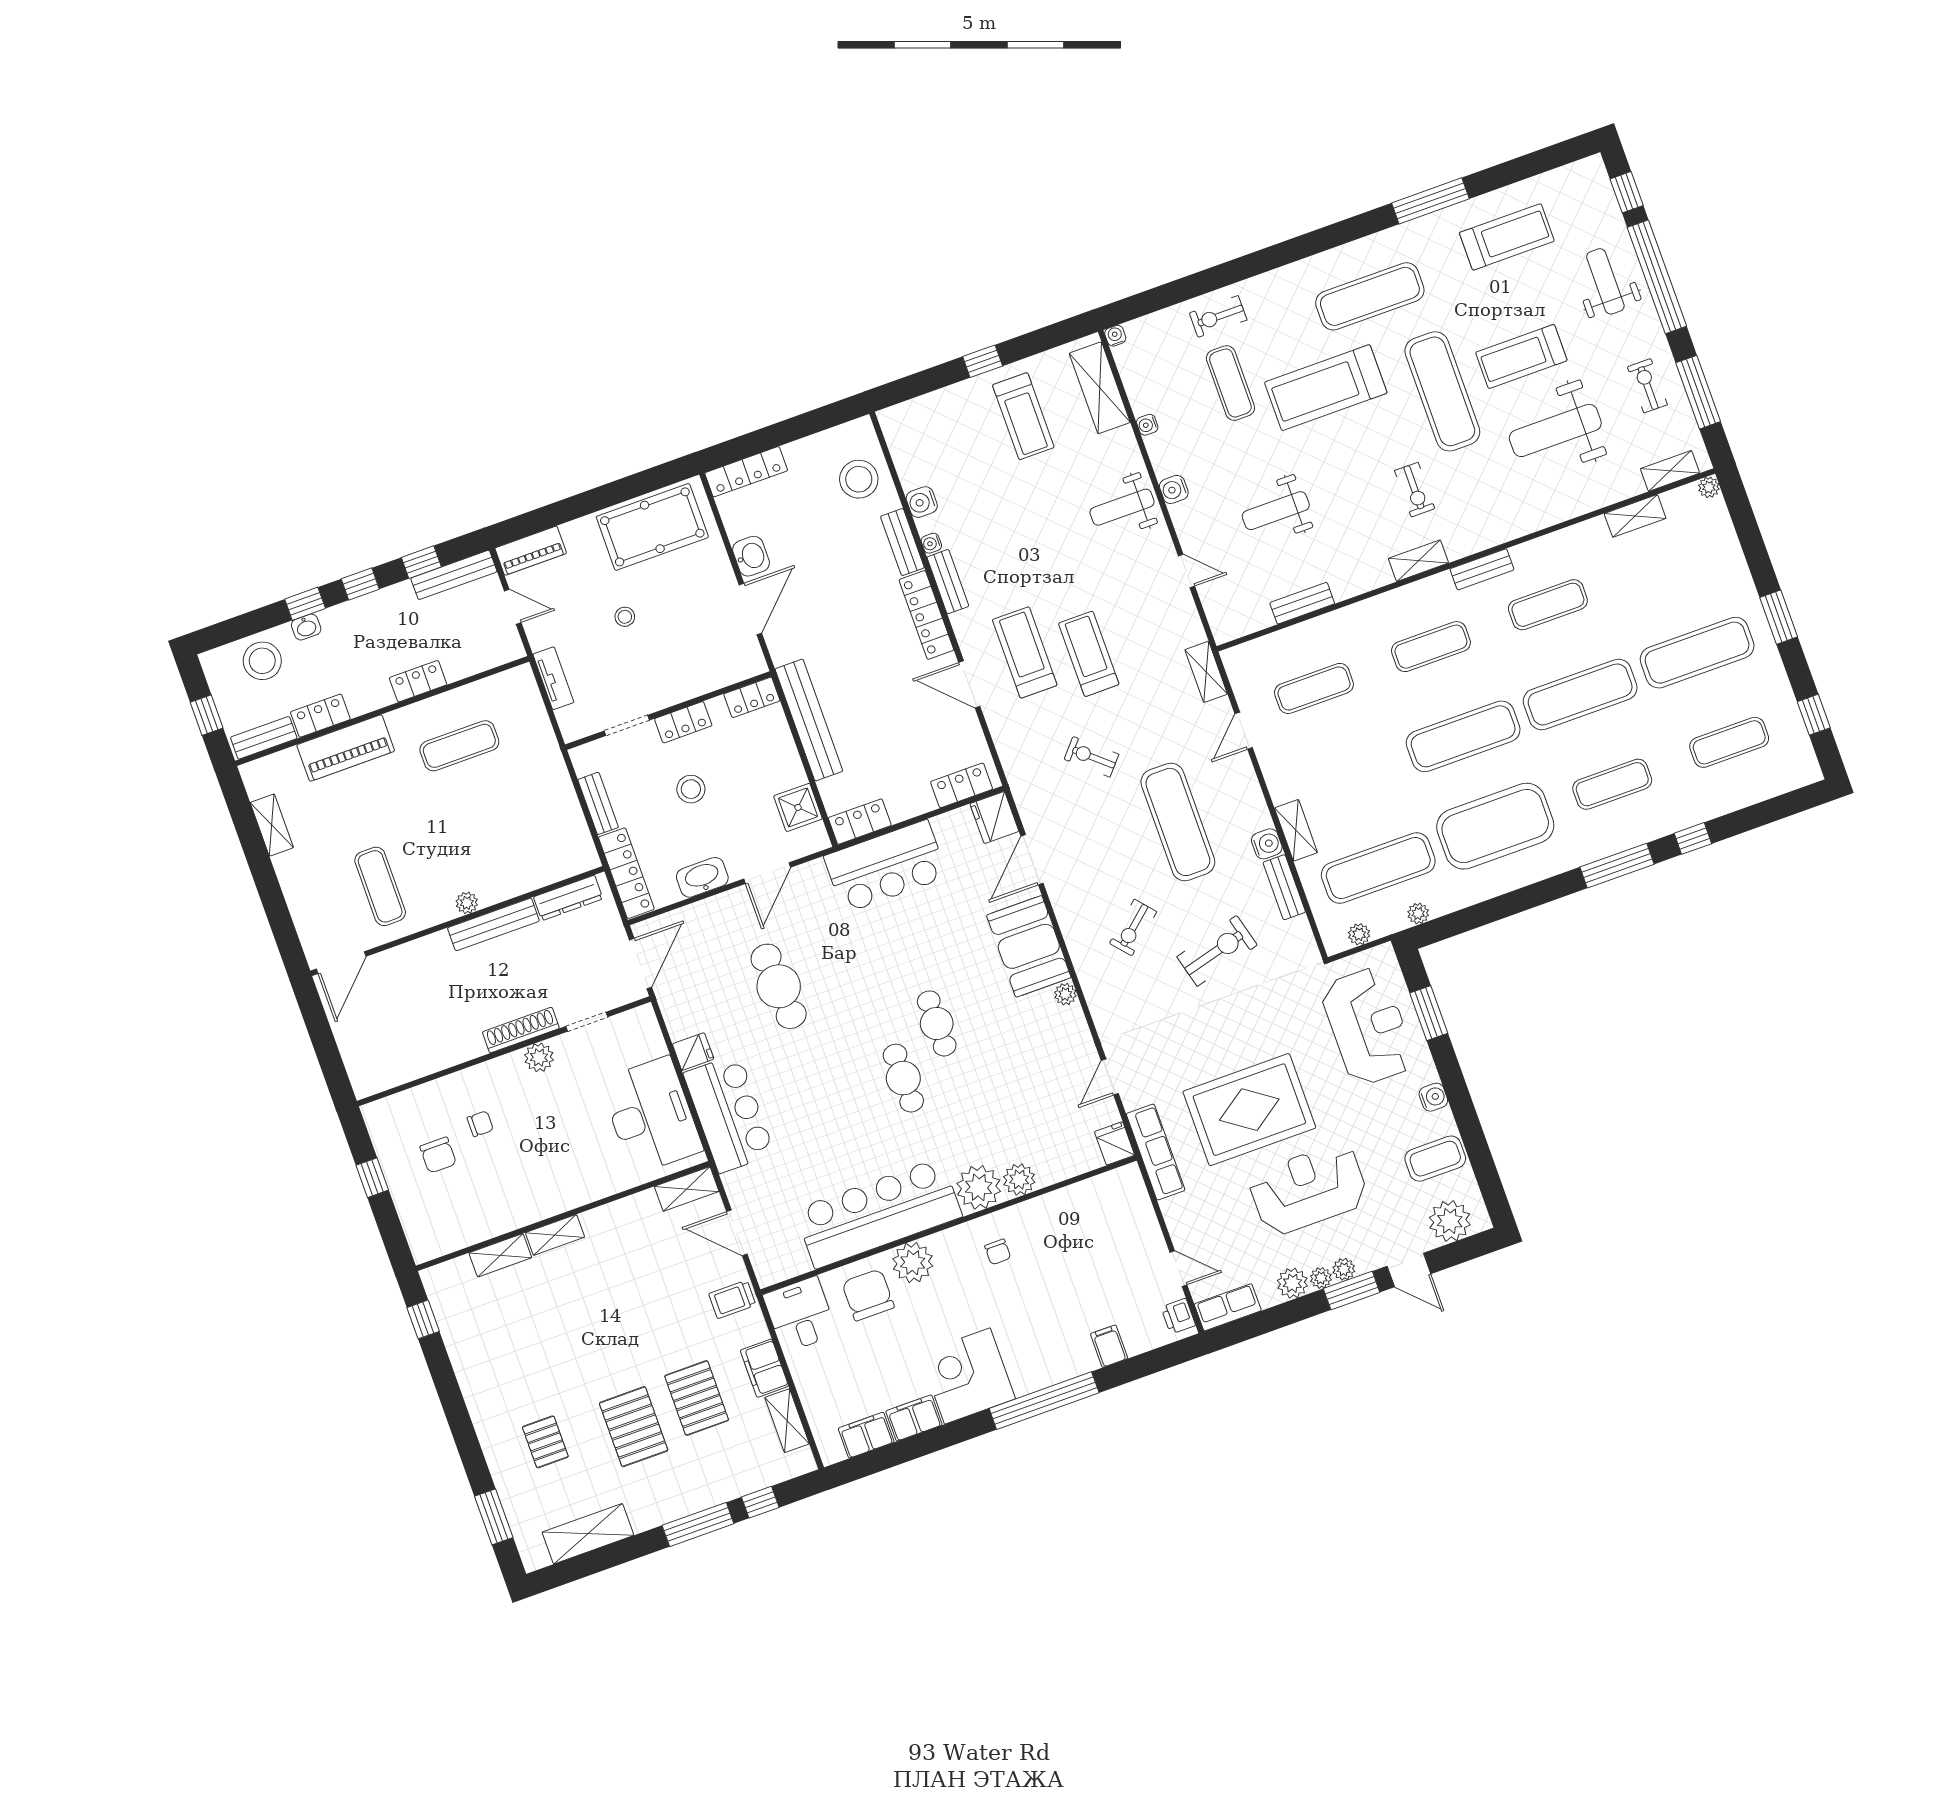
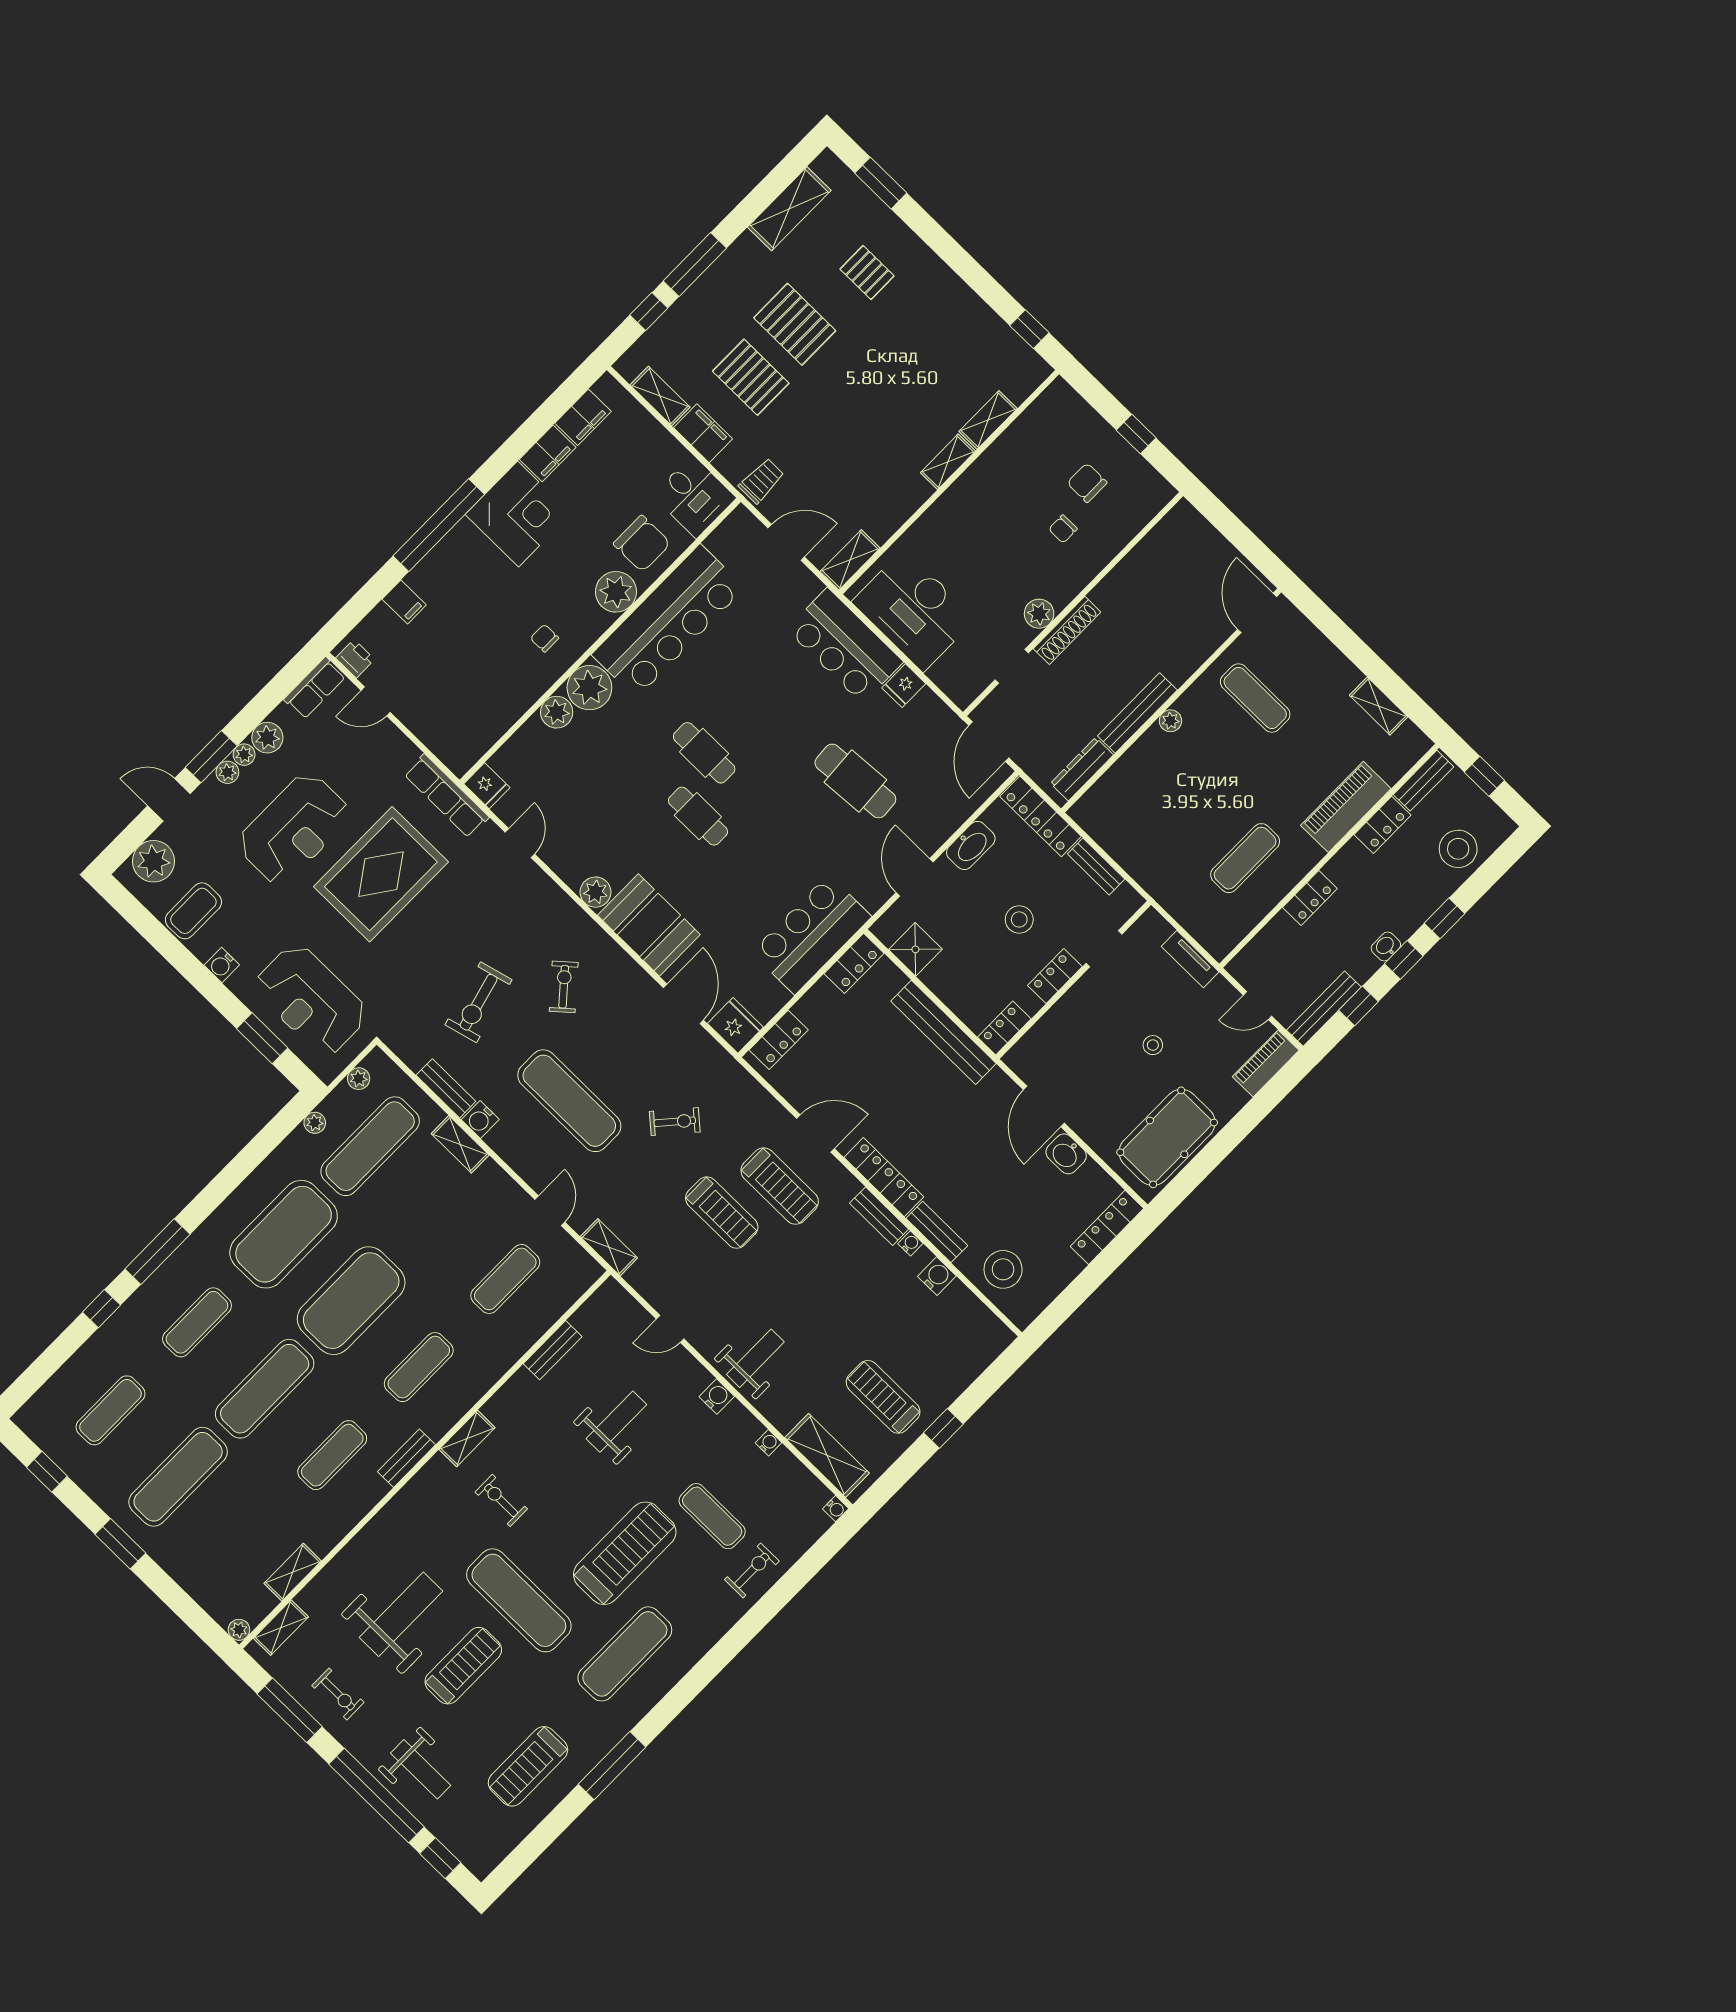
washbasin: (306, 627) -> (1386, 947), moved
exercise mat: (1463, 736) -> (351, 1301), width x1.47
plant: (1065, 994) -> (596, 892), width x1.38, depth x1.38

